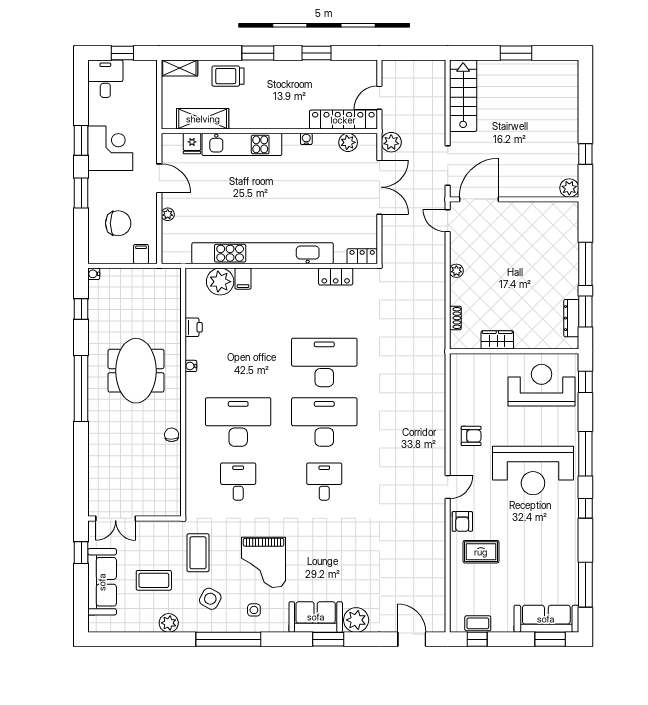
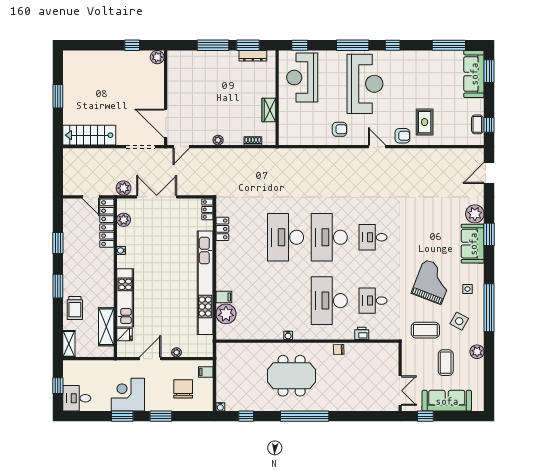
printer: (194, 327) -> (362, 333), moved
armchair: (471, 436) -> (339, 129), turned 90
grand piano: (264, 562) -> (433, 282), turned -69

